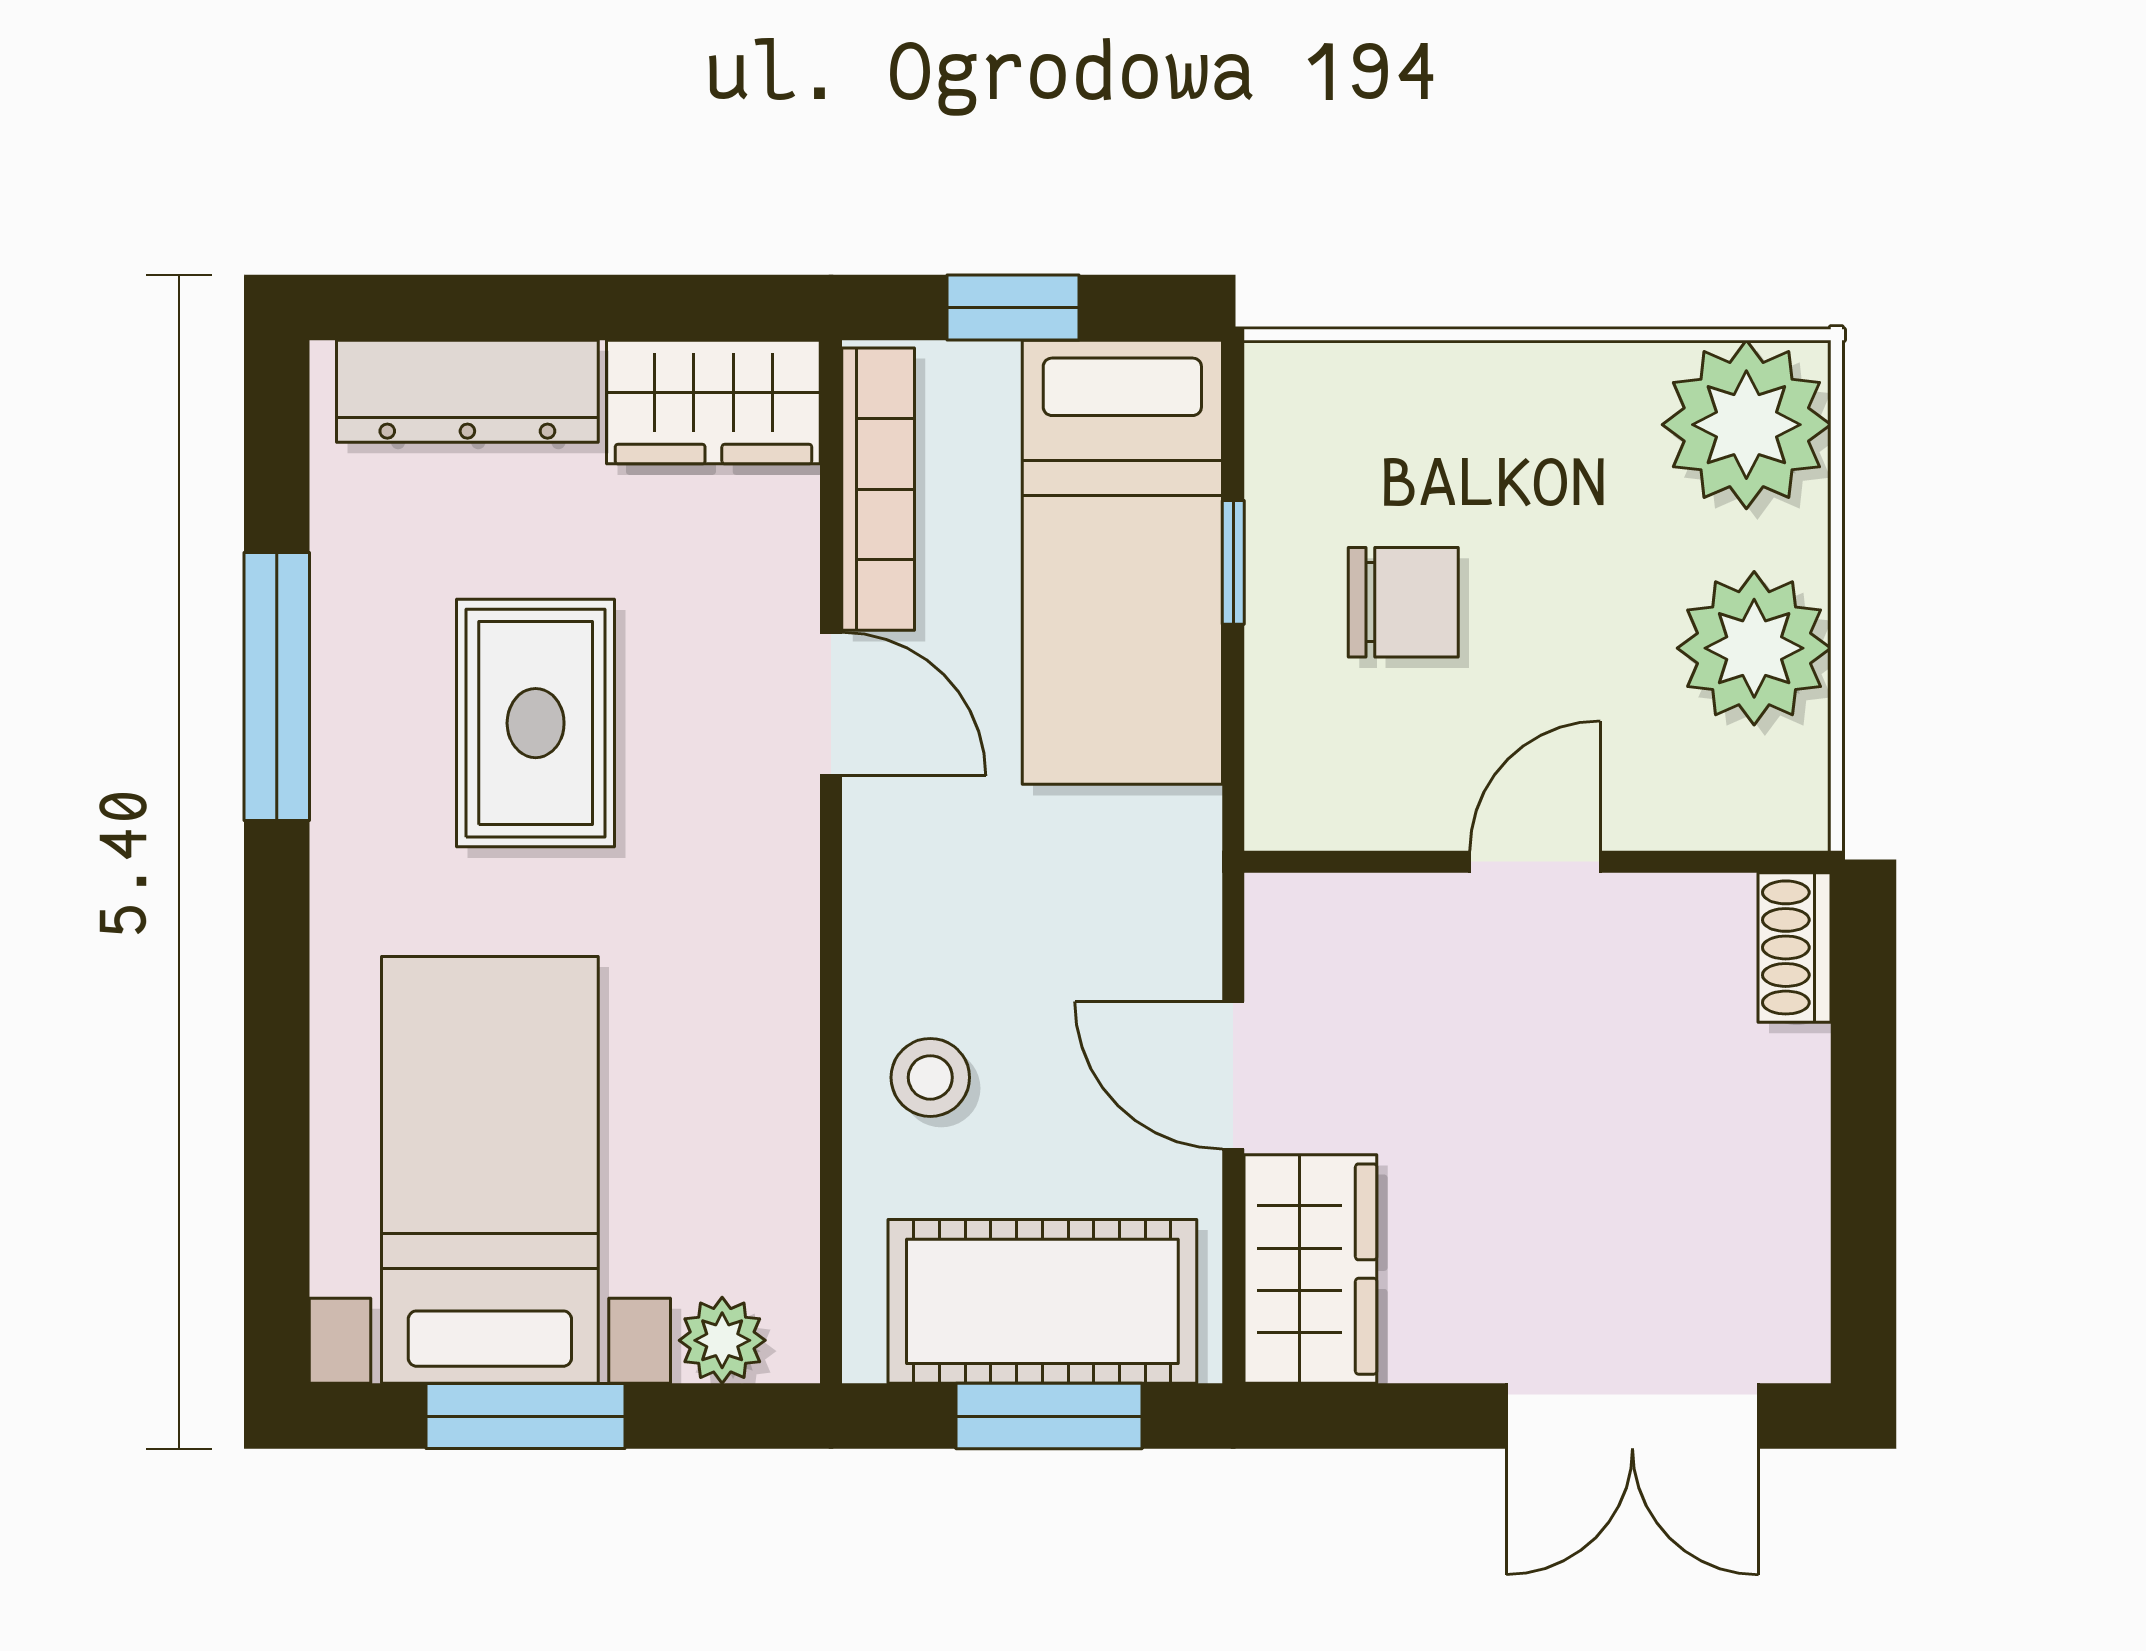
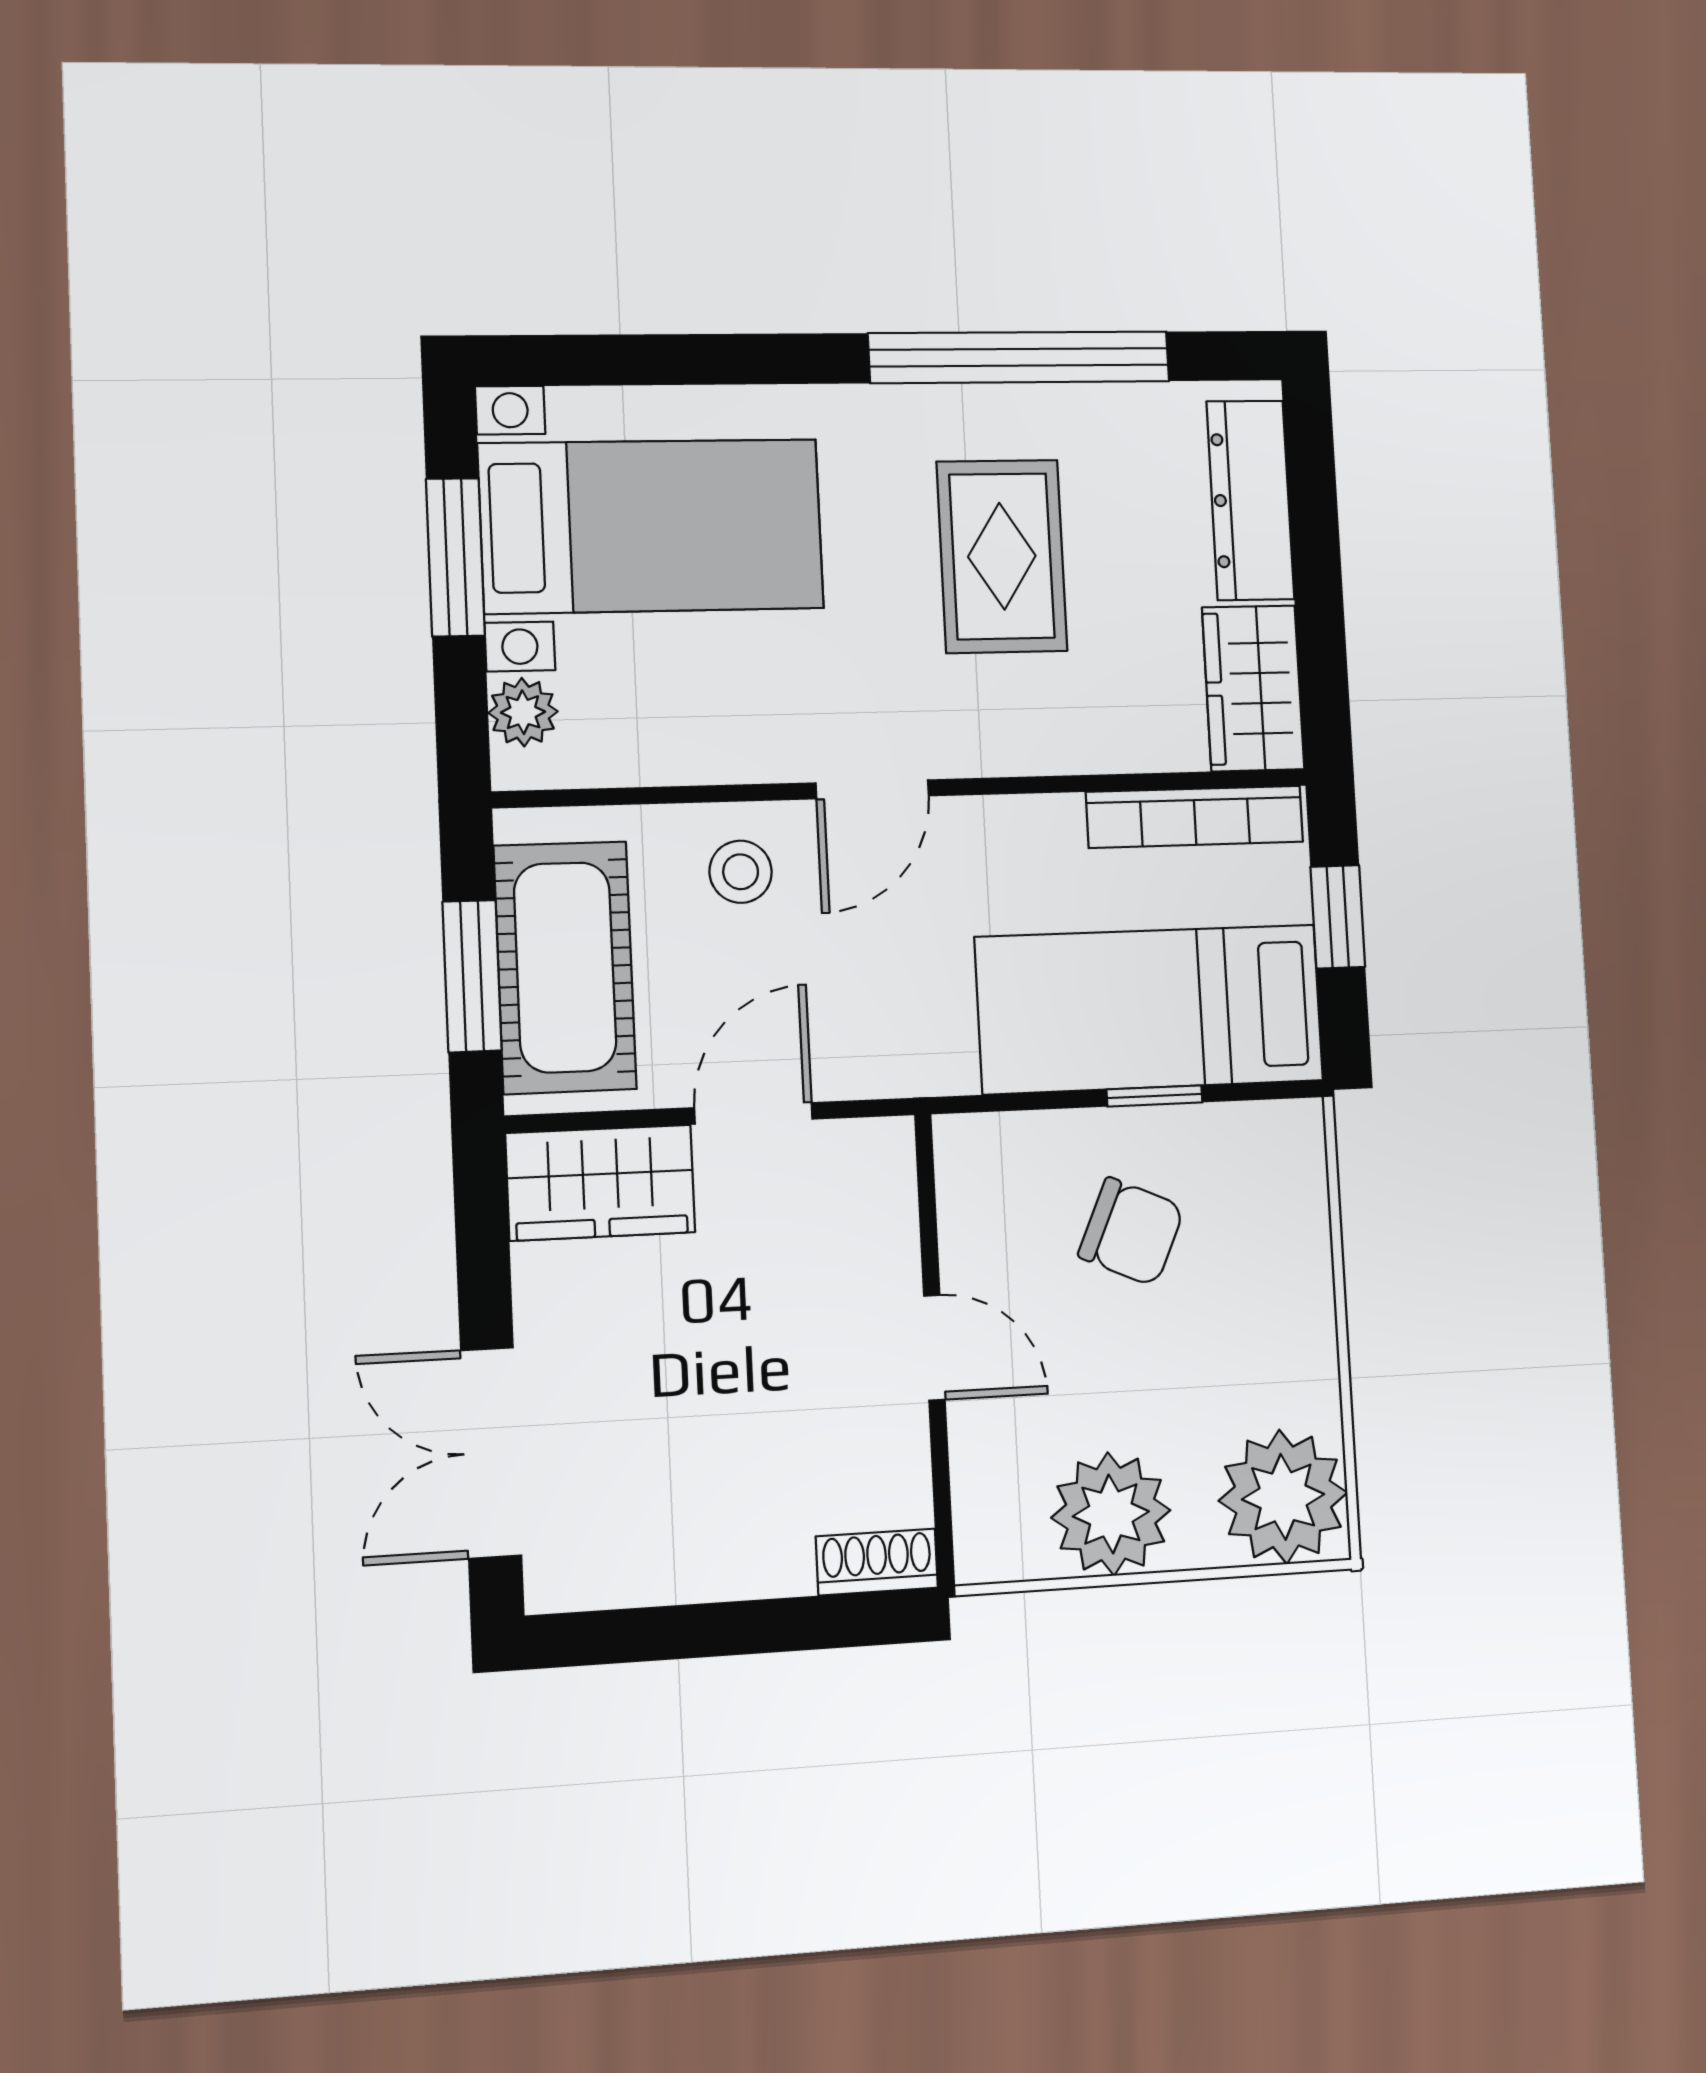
chair: (1403, 602) -> (1131, 1232), turned -66
window: (277, 686) -> (1019, 357), width x1.46
door: (831, 704) -> (872, 789), moved
rug: (536, 723) -> (1002, 556), turned 90

